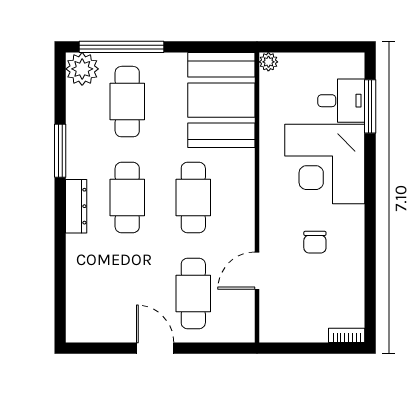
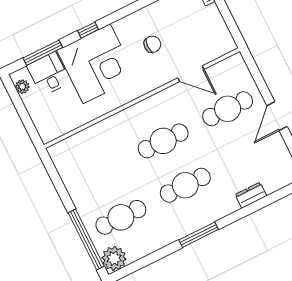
plant: (268, 62) -> (22, 87), moved
booth: (221, 100) -> (88, 155), removed
window: (60, 151) -> (199, 235), moved
window: (370, 174) -> (88, 30), added
dresser: (76, 206) -> (251, 195), moved, width x0.70

